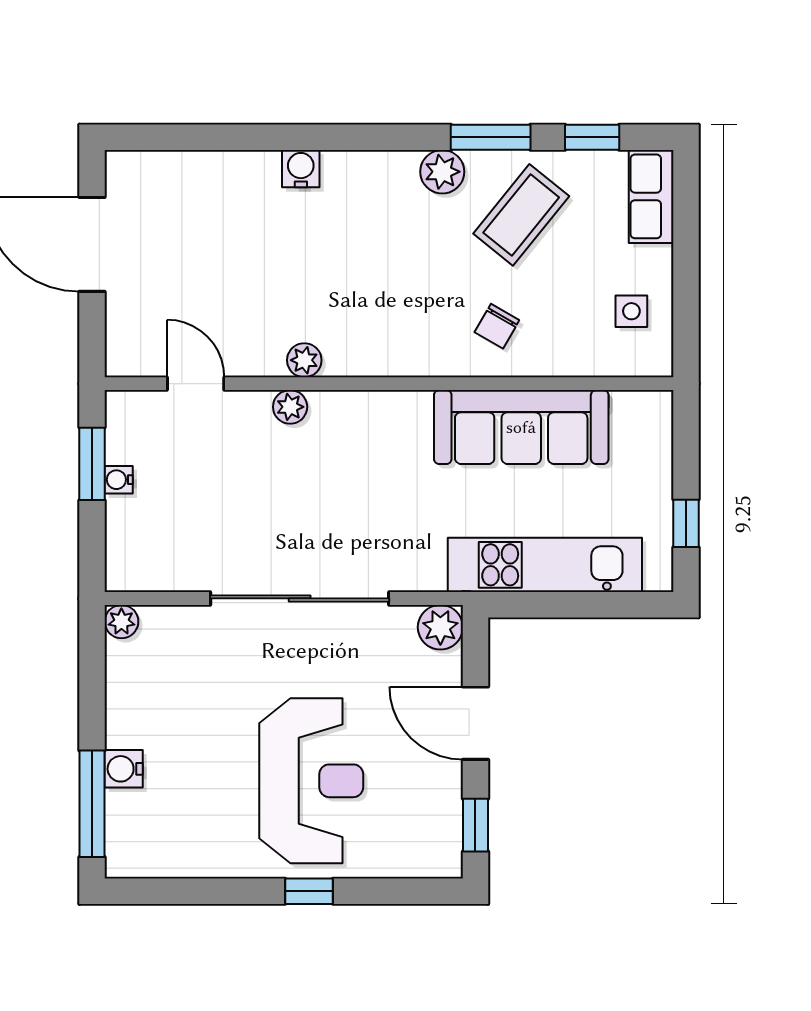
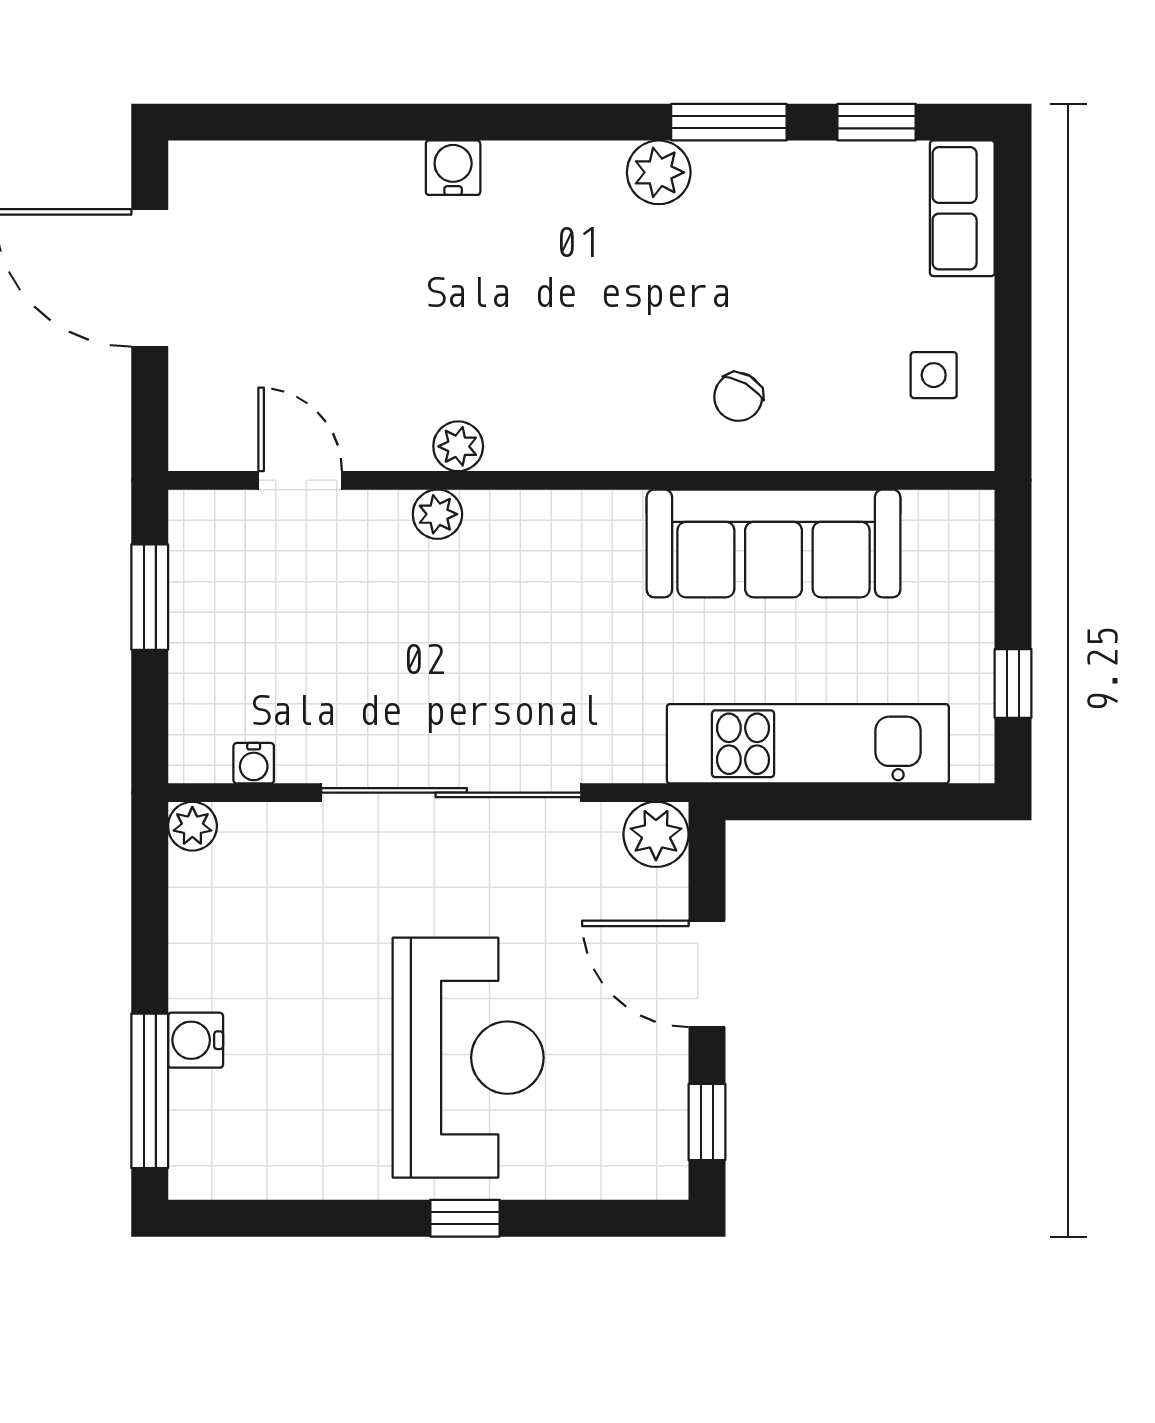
coffee table: (521, 215) -> (773, 235), removed
water cooler: (119, 480) -> (254, 763), moved, turned -90

